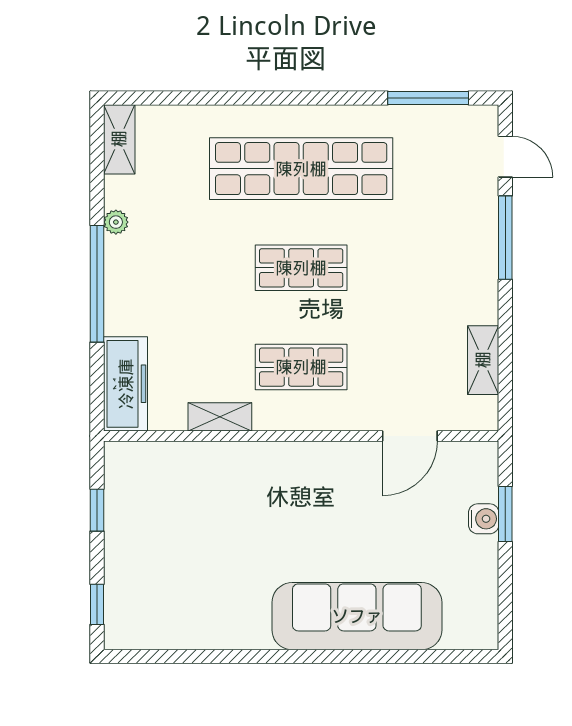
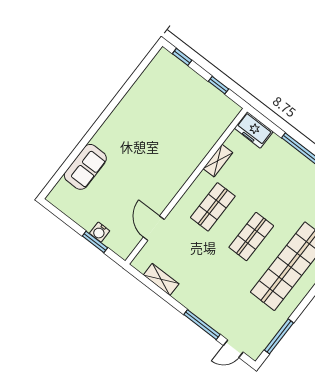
freezer: (126, 384) -> (254, 130), width x0.71
sofa: (357, 616) -> (85, 167), width x0.54, depth x0.79

